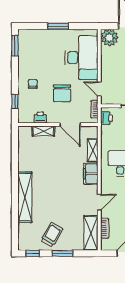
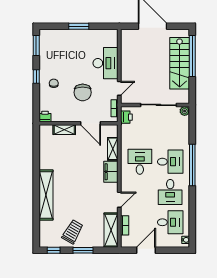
plant: (109, 38) -> (129, 38), removed
desk: (82, 58) -> (106, 63), width x0.73, depth x0.77
door: (99, 89) -> (119, 88), swing flipped
window: (15, 101) -> (36, 76), moved
printer: (40, 118) -> (45, 117), moved

